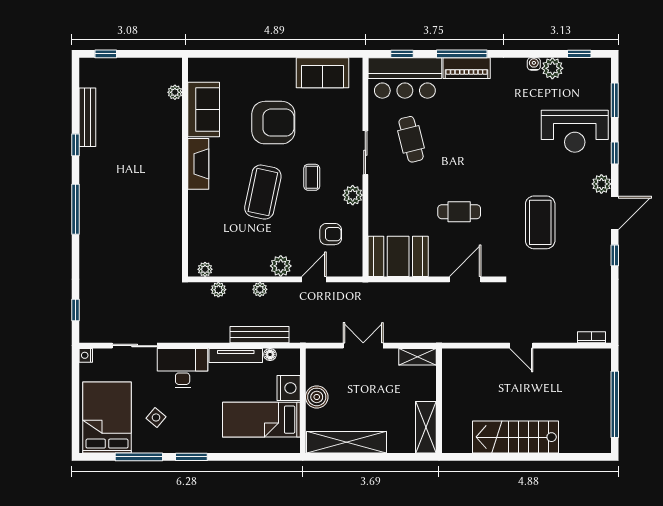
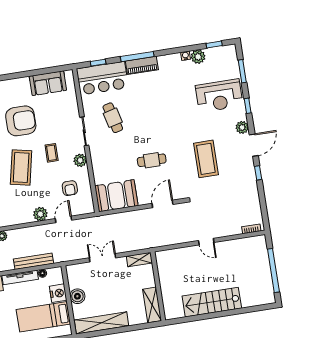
armchair: (331, 234) -> (70, 188), turned 90
plant: (260, 289) -> (29, 232), removed

